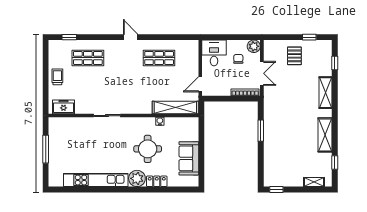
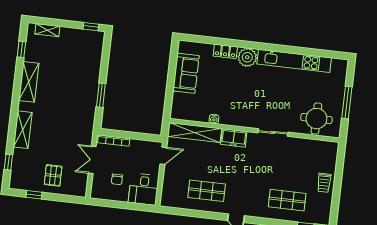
plant: (254, 46) -> (98, 192), removed
freezer: (63, 107) -> (234, 138), moved
round table: (148, 149) -> (316, 119), moved

